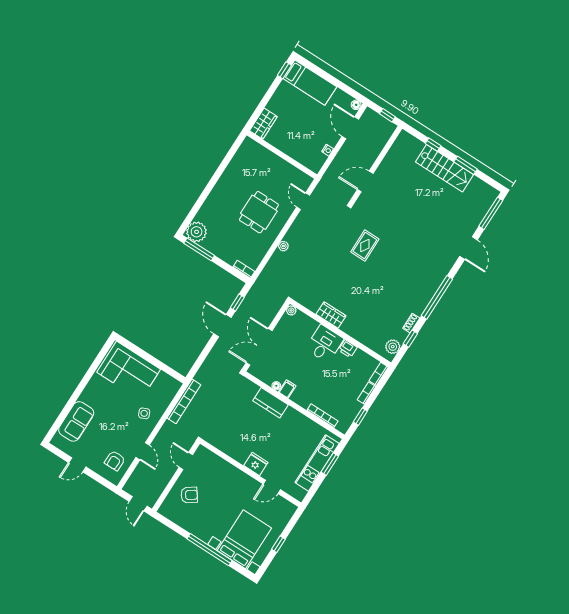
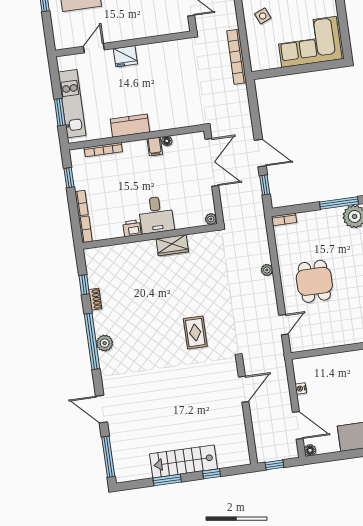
door: (303, 201) -> (284, 325), hinge flipped
plant: (393, 347) -> (105, 343), moved
kitchen counter: (271, 403) -> (130, 126), moved

